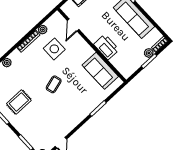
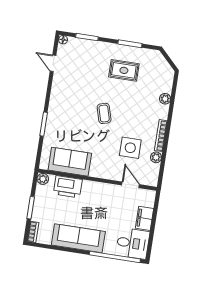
printer: (106, 47) -> (68, 187), moved
plant: (149, 53) -> (43, 179), moved
rug: (19, 102) -> (124, 70), turned 90

